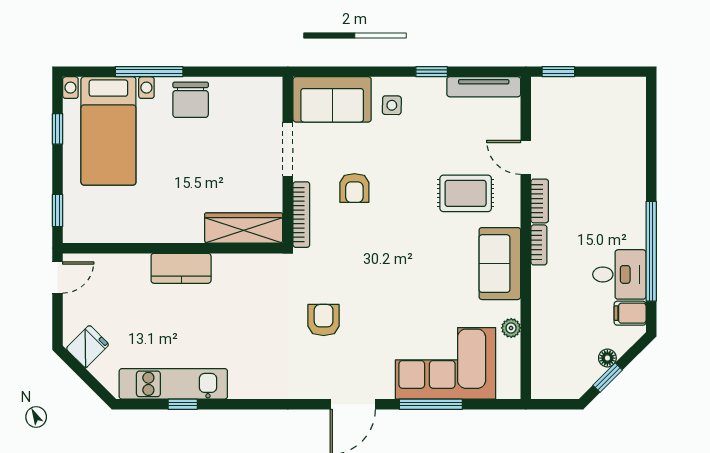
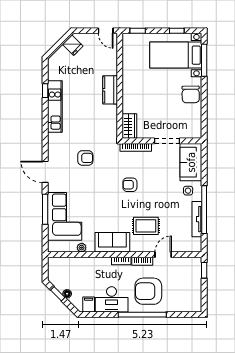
window: (149, 72) -> (204, 60), moved
window: (432, 72) -> (204, 210), width x3.17
tv unit: (484, 87) -> (197, 219), moved
chair: (191, 100) -> (191, 94), turned -91
armchair: (354, 188) -> (130, 185), moved
armchair: (602, 188) -> (148, 291), added
rug: (466, 193) -> (146, 226), turned 90
wardrobe: (244, 228) -> (129, 126), width x0.67
window: (651, 251) -> (142, 315), moved
desk: (619, 274) -> (112, 299), width x1.37
kitchen unit: (173, 384) -> (55, 106), moved

